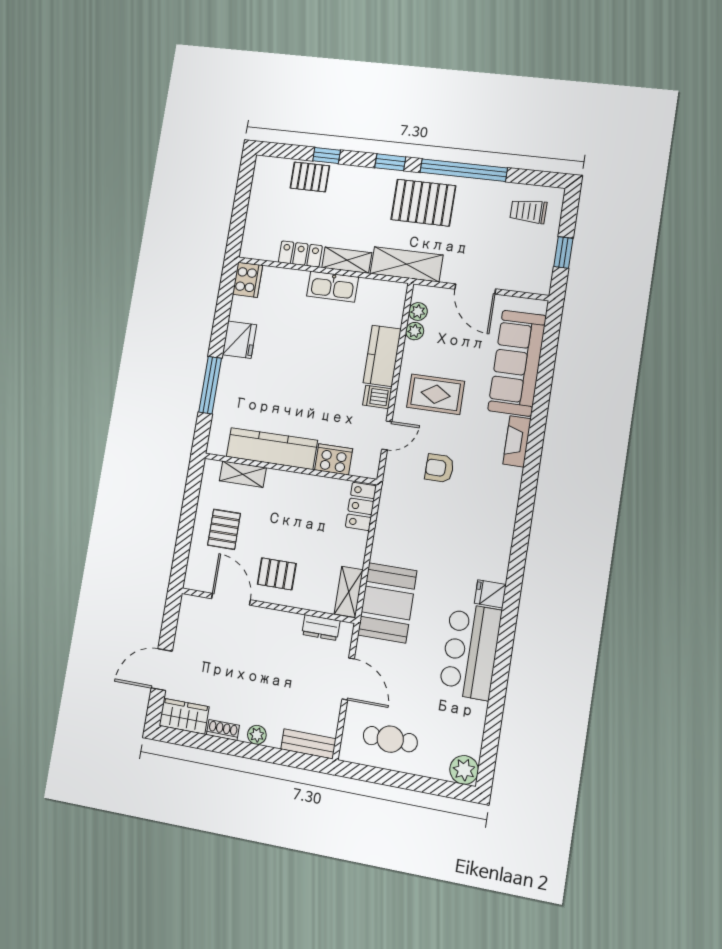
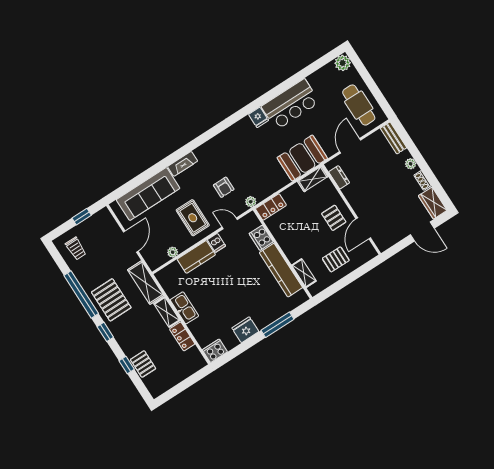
plant: (418, 312) -> (251, 202), moved
cafe table: (390, 739) -> (359, 105), width x1.37, depth x1.35

